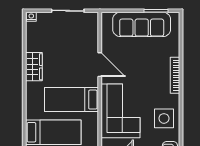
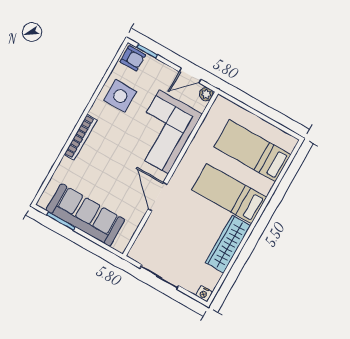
wardrobe: (34, 67) -> (228, 244), width x1.50
bed: (72, 100) -> (229, 194), moved, turned 180

